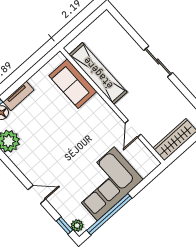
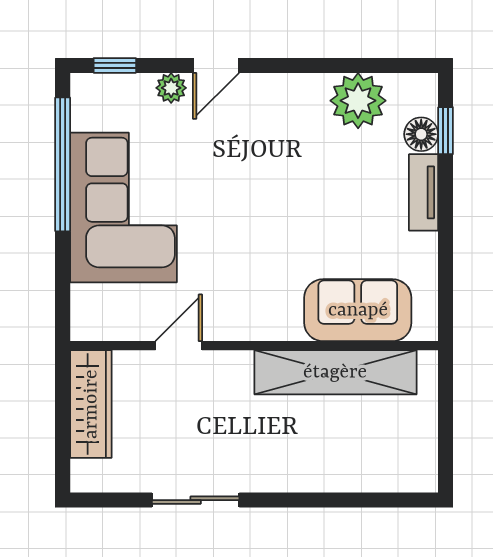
sliding door: (158, 61) -> (196, 500), moved
door: (133, 129) -> (179, 346), hinge flipped
plant: (77, 226) -> (171, 88), moved

